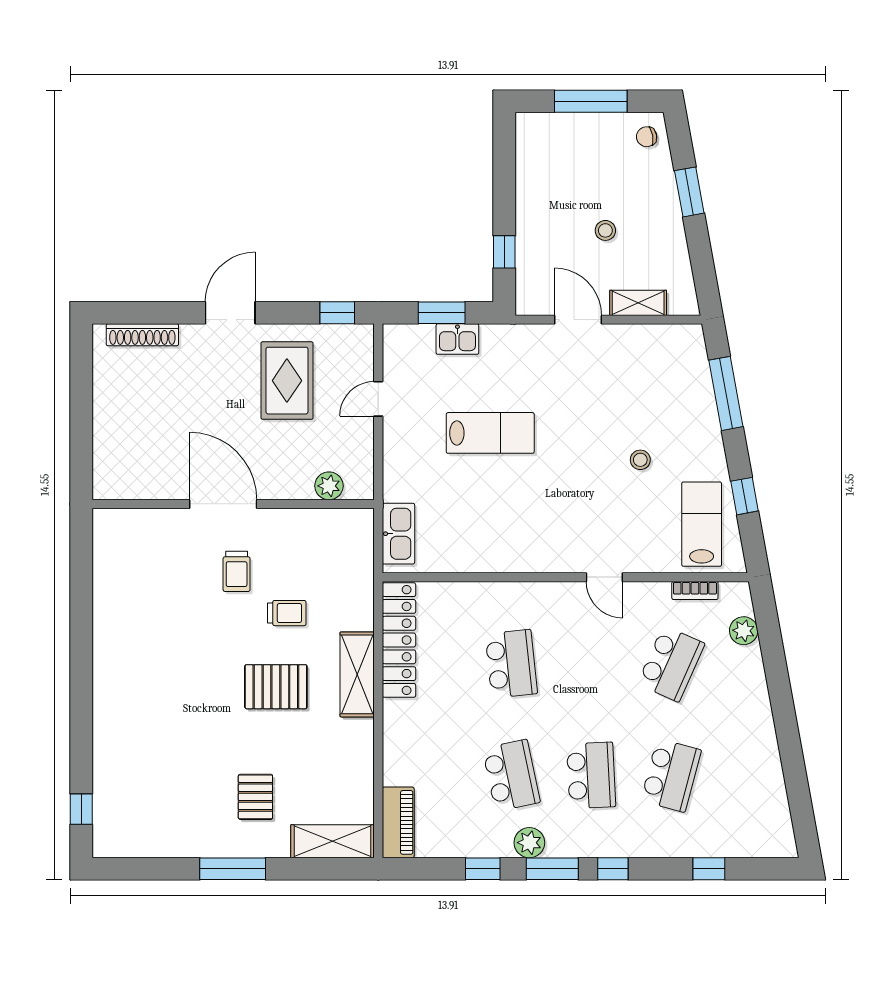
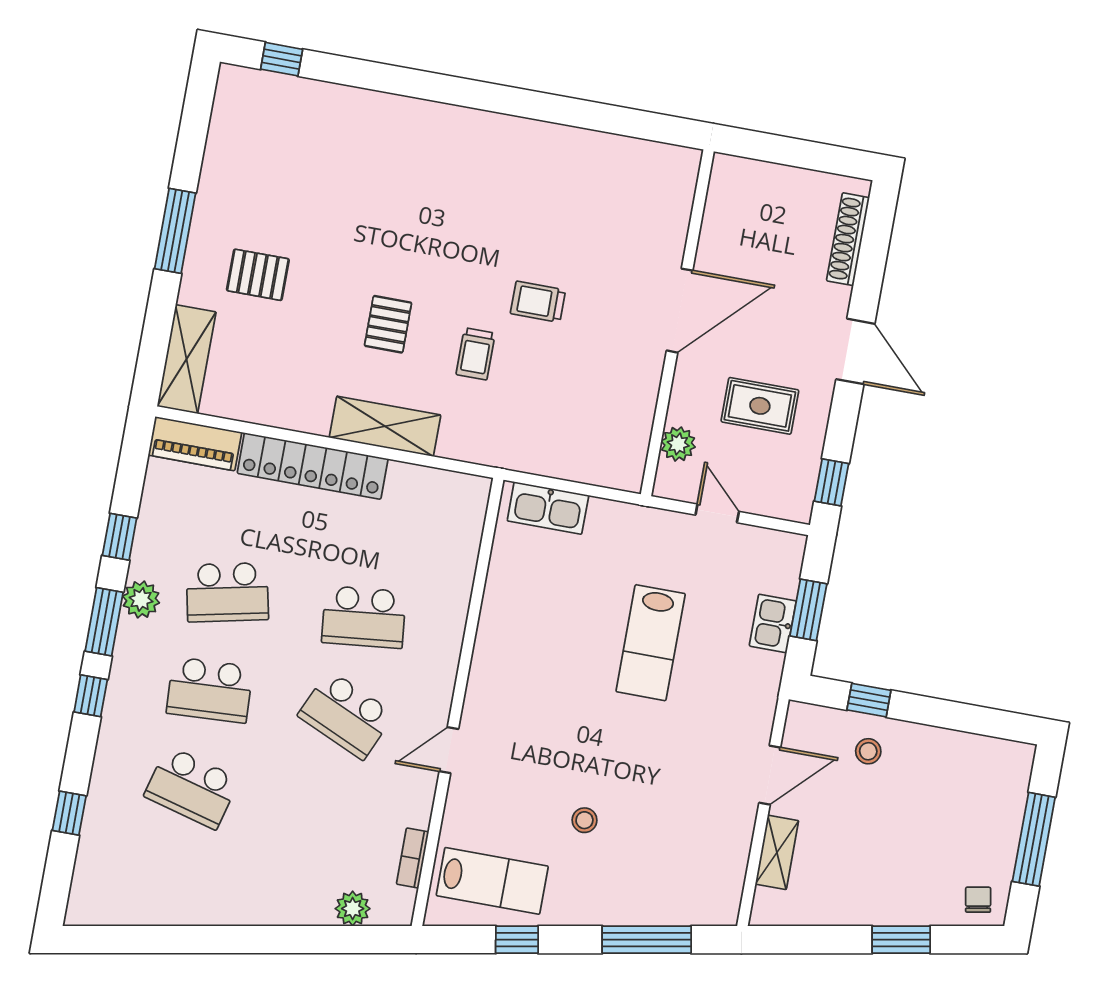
stool: (605, 230) -> (868, 751), moved
rug: (287, 381) -> (760, 406), width x0.73, depth x0.70
plant: (329, 486) -> (678, 444), moved
door: (223, 504) -> (680, 311), moved
wall: (233, 504) -> (677, 323), moved
locker: (399, 640) -> (313, 466), moved
school desk: (671, 664) -> (346, 715), moved
pallet: (276, 687) -> (388, 324), width x0.67, depth x0.71

